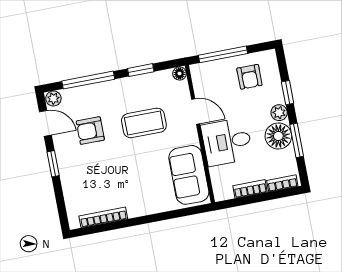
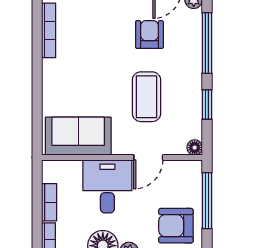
armchair: (249, 77) -> (176, 226), width x1.38, depth x1.38

